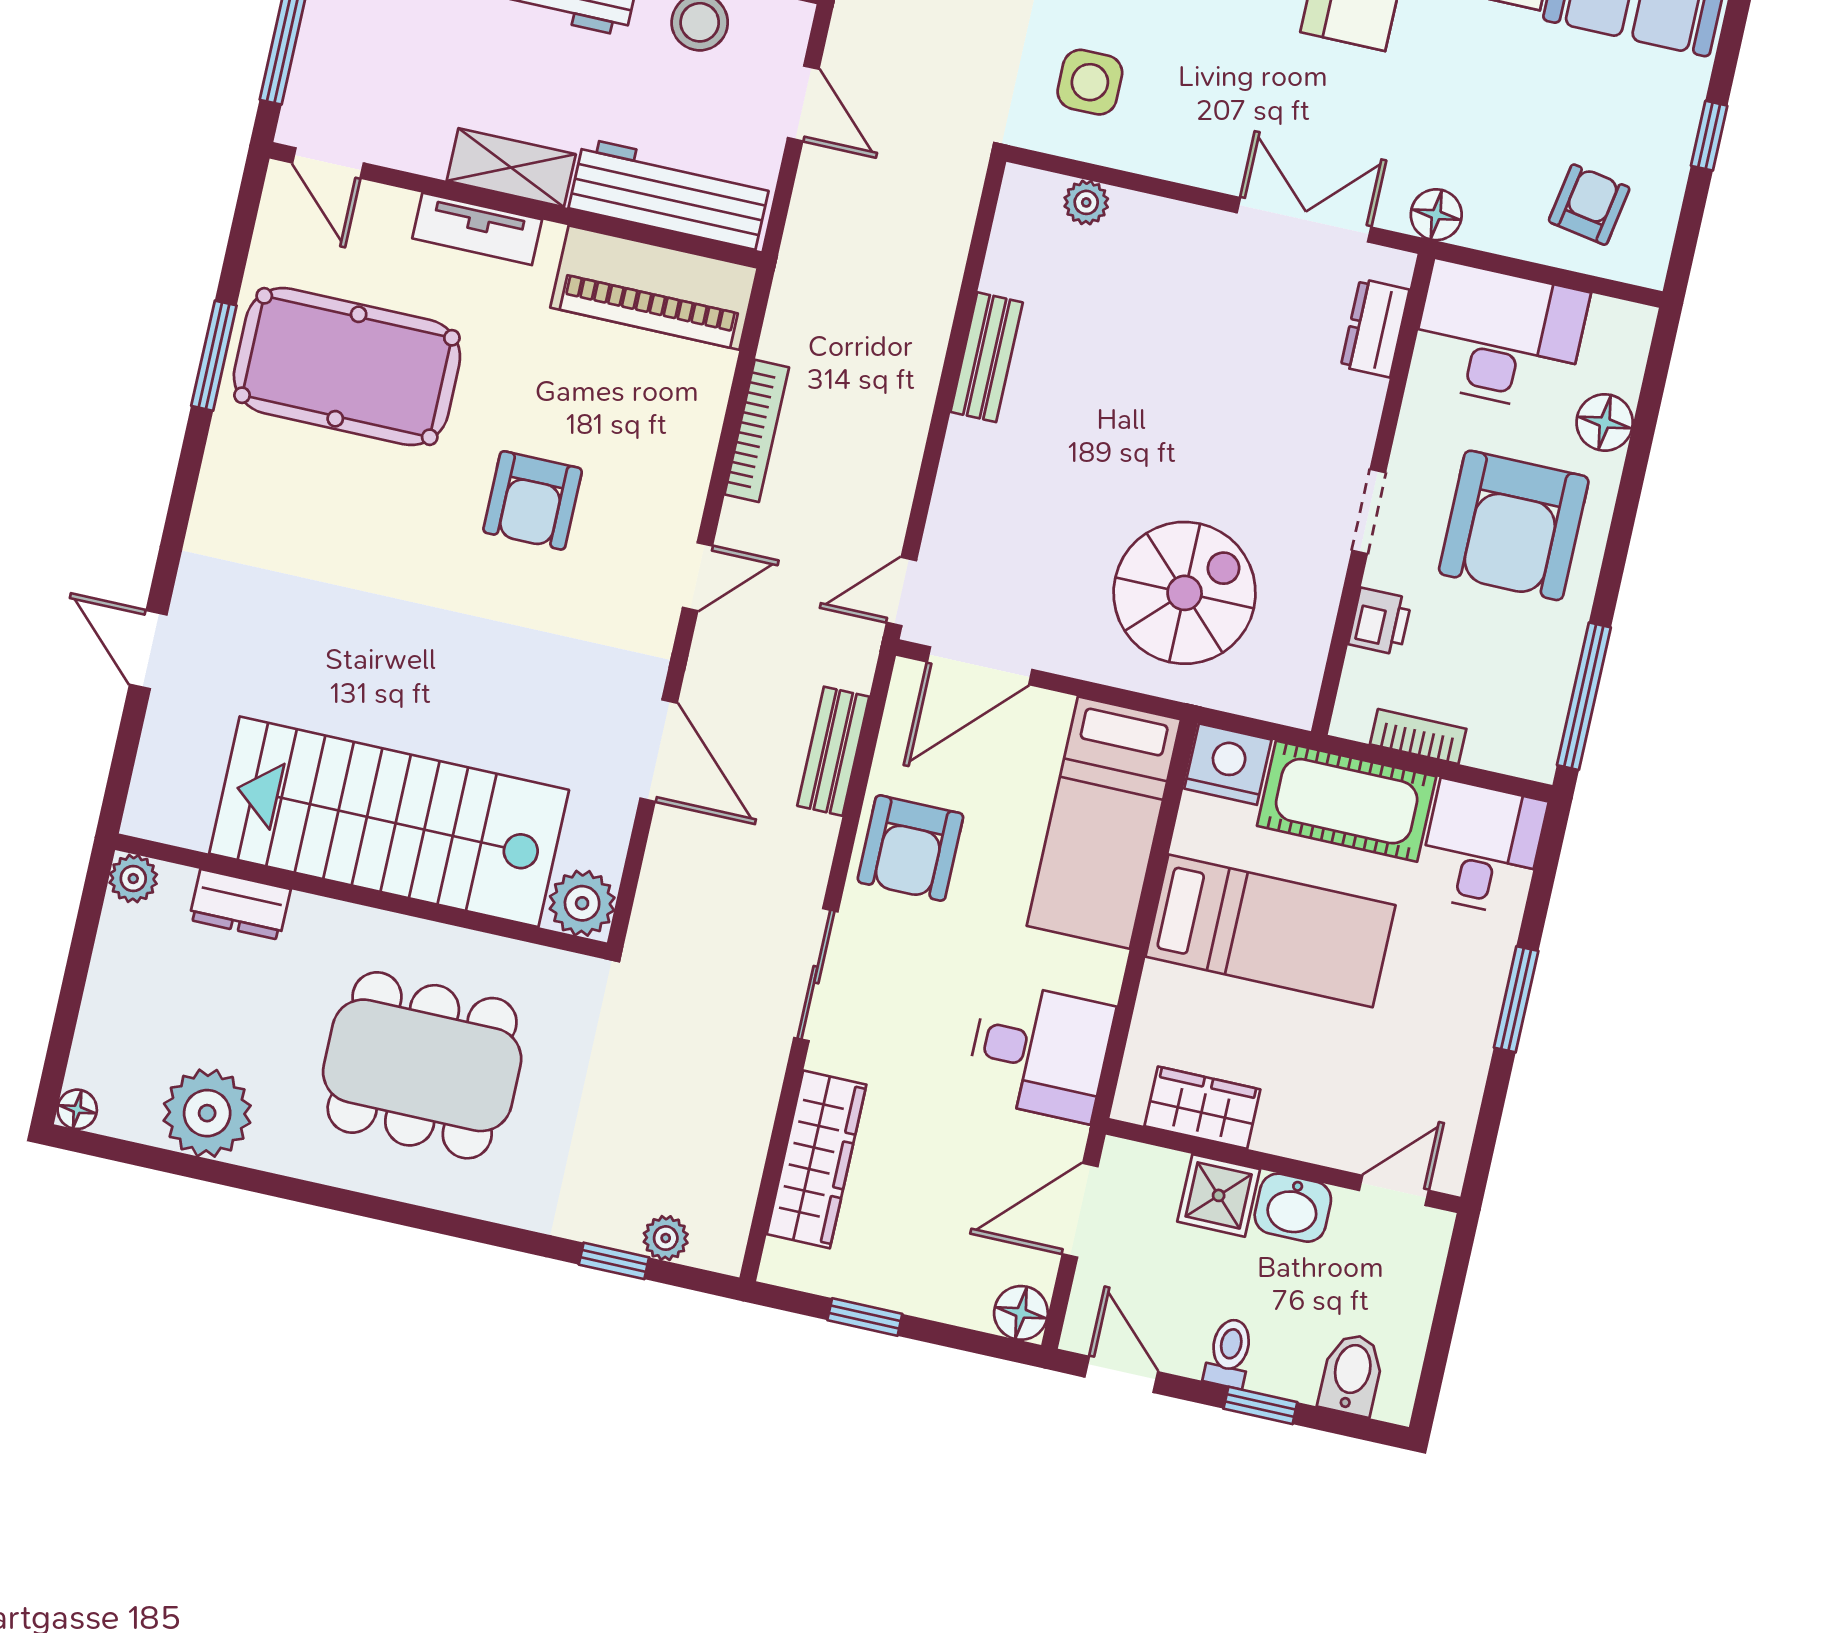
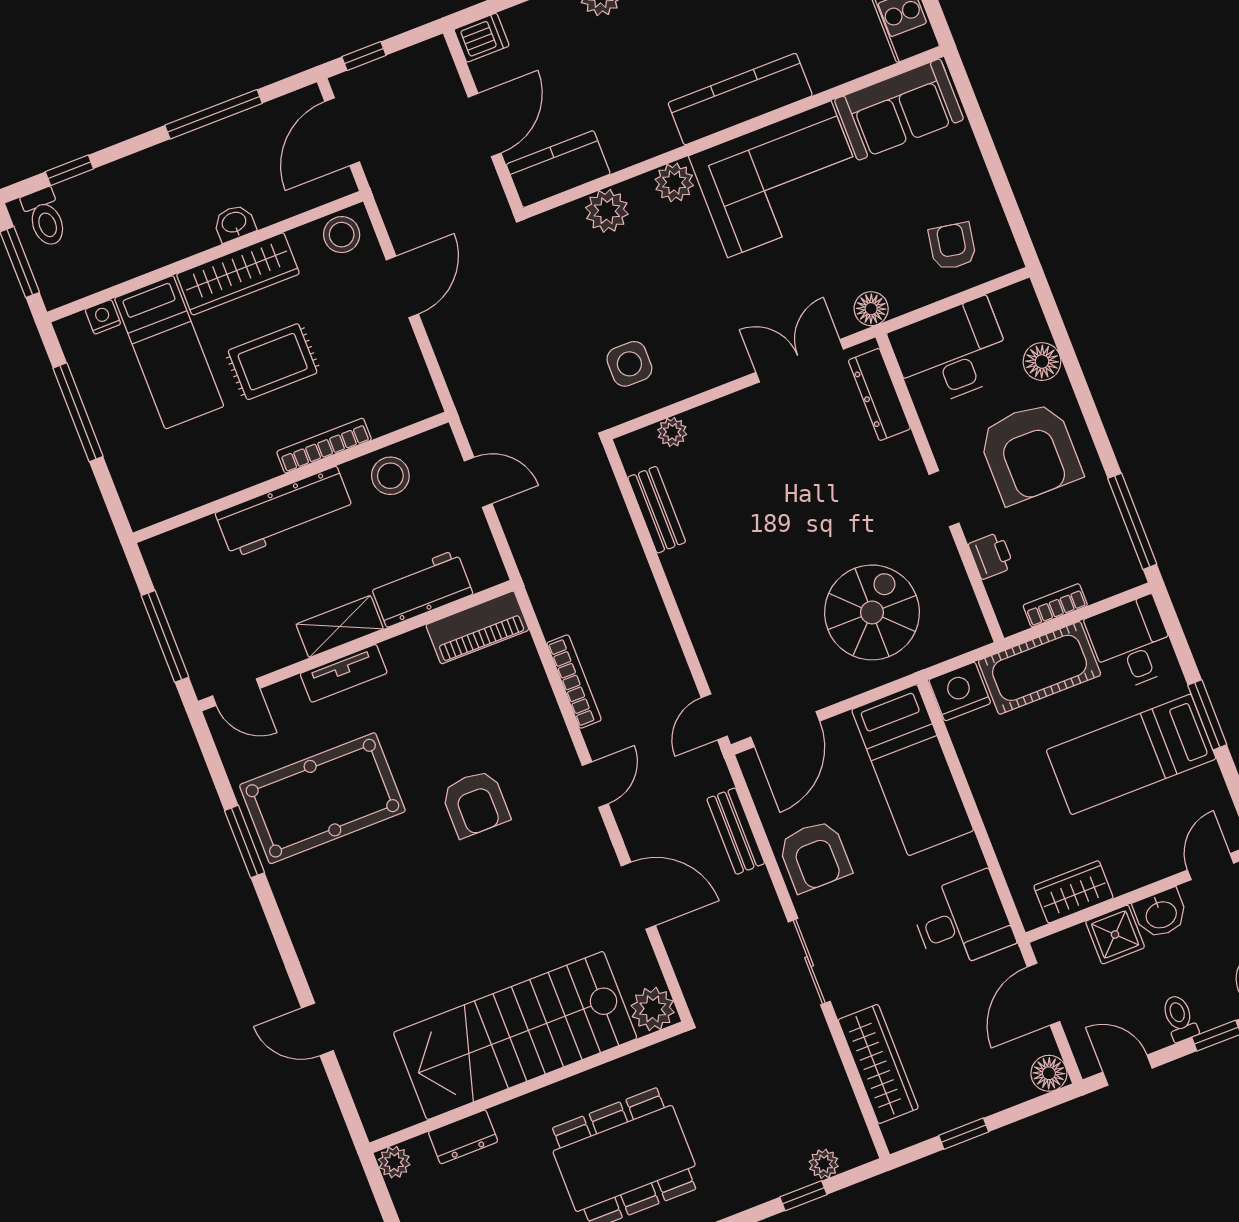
window: (1709, 136) -> (993, 163), removed
workbench: (670, 194) -> (421, 588), width x0.73
piano: (654, 288) -> (477, 627), width x0.73, depth x0.75
dresser: (1375, 328) -> (879, 394), width x1.44
bench: (987, 357) -> (657, 510), moved
bed: (1270, 931) -> (1131, 754), moved, turned 180

